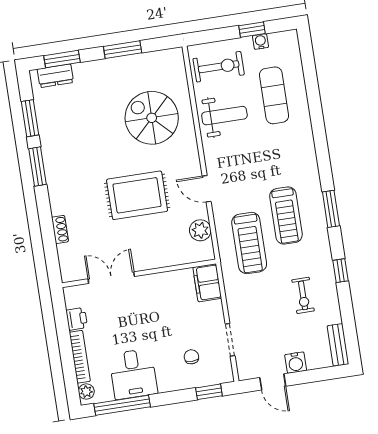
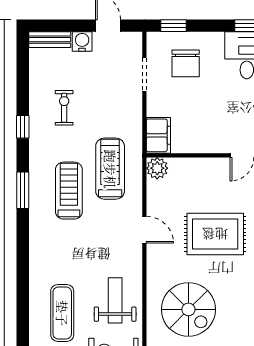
weight bench: (224, 116) -> (115, 300), turned 90
plant: (200, 230) -> (157, 168), moved
bench: (338, 345) -> (50, 40), moved, turned 90
chair: (191, 357) -> (186, 63), width x1.87, depth x1.87

